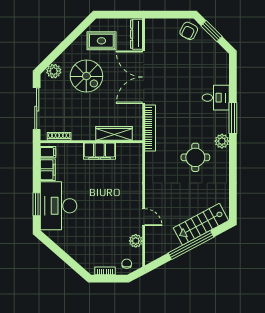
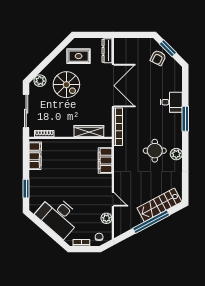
armchair: (189, 31) -> (158, 58), moved
double door: (144, 77) -> (113, 86), swing flipped
plant: (222, 141) -> (176, 154), moved
filing cabinet: (100, 151) -> (105, 160), moved, turned 90
desk: (59, 206) -> (58, 216), moved, turned -49

